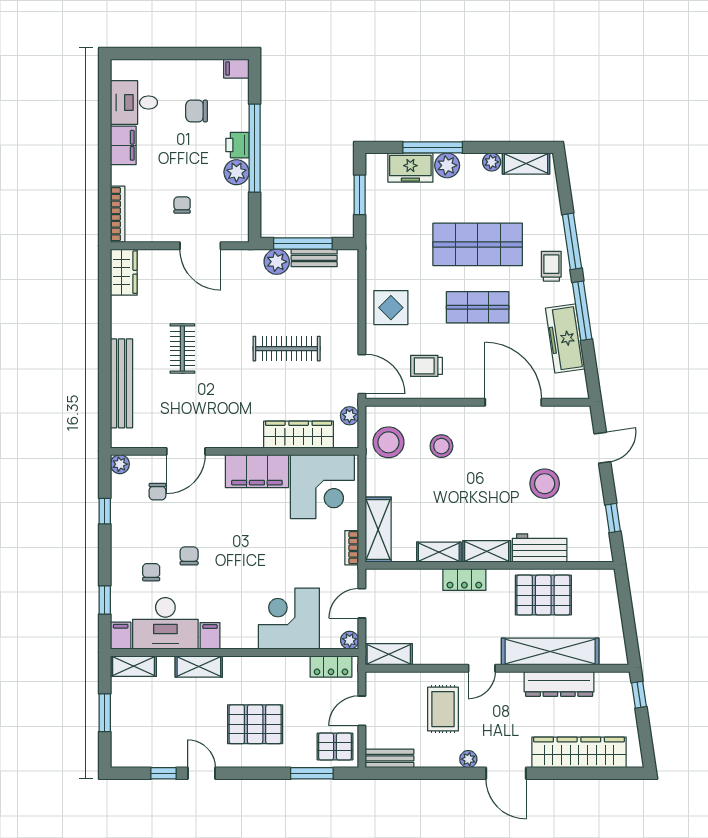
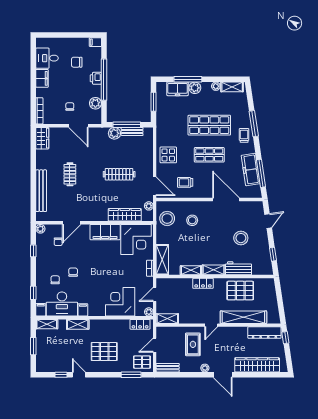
plant: (236, 172) -> (95, 103), moved
window: (582, 311) -> (261, 173), moved
dresser: (559, 684) -> (264, 333), moved

